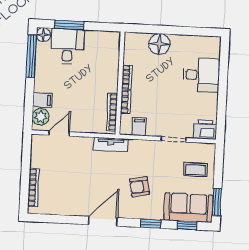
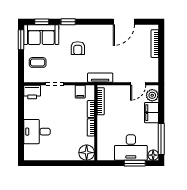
floor lamp: (159, 44) -> (87, 153), moved
desk: (67, 46) -> (131, 147), width x1.37
filing cabinet: (42, 100) -> (152, 113), width x2.00
armchair: (139, 187) -> (78, 48), turned 101
door: (103, 221) -> (124, 22), moved

